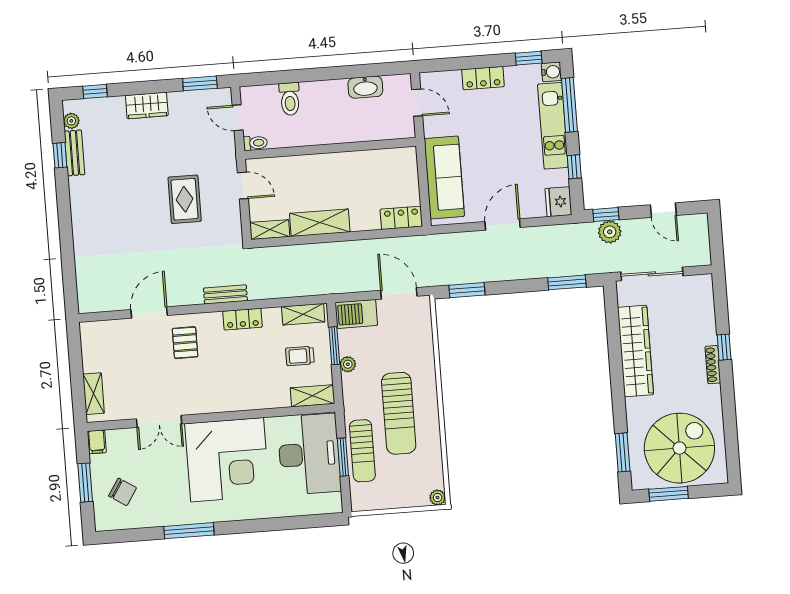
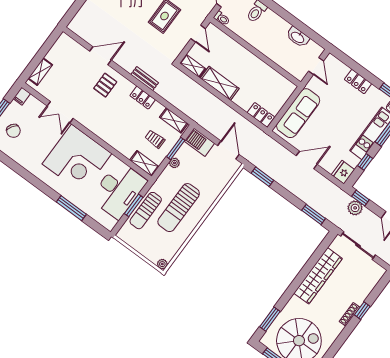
window: (189, 531) -> (71, 208), moved

